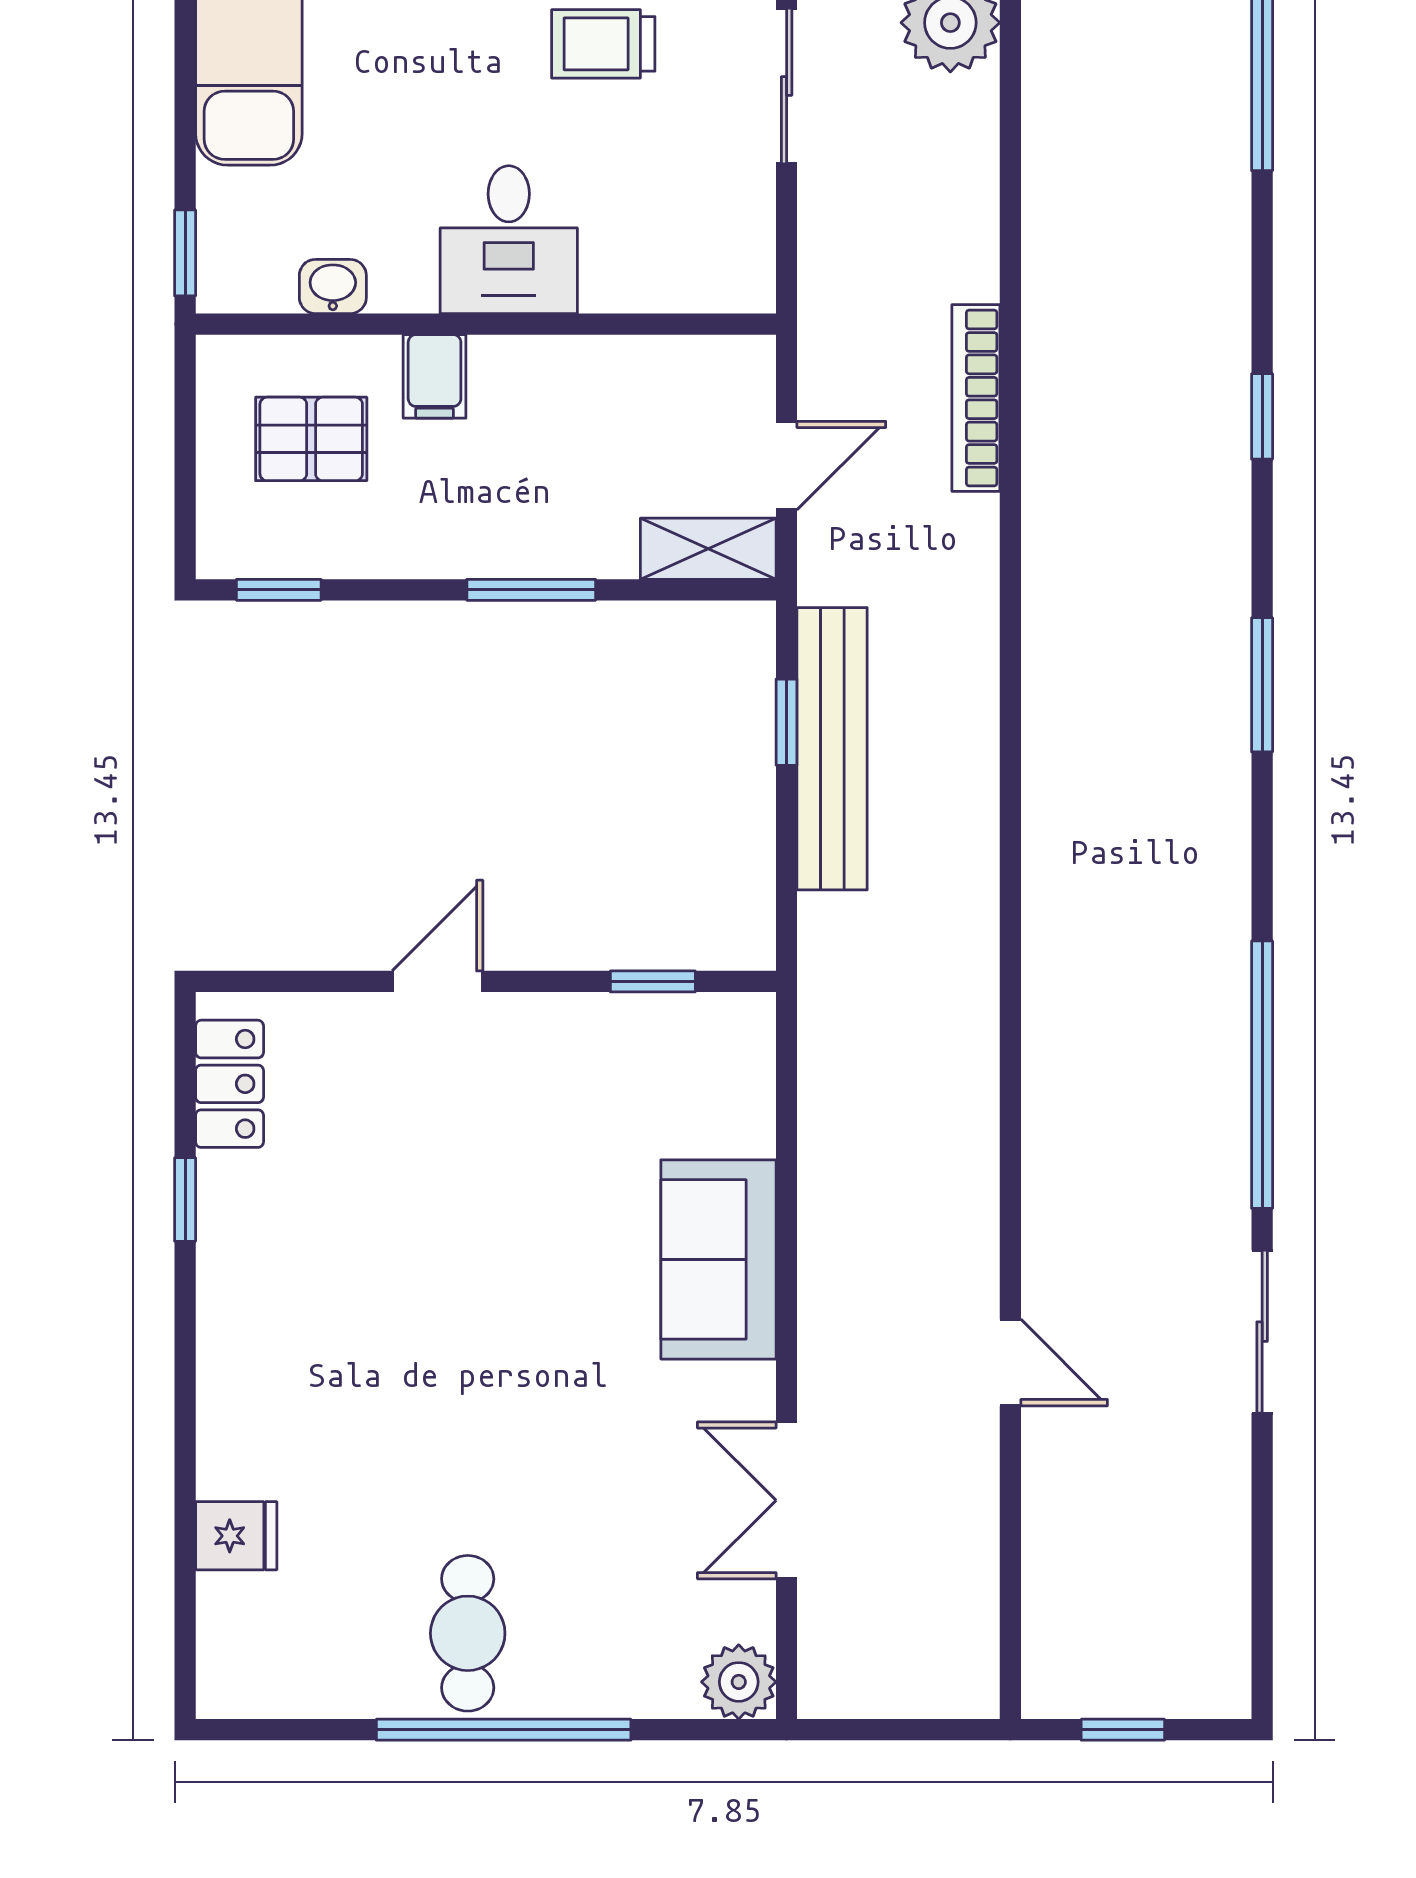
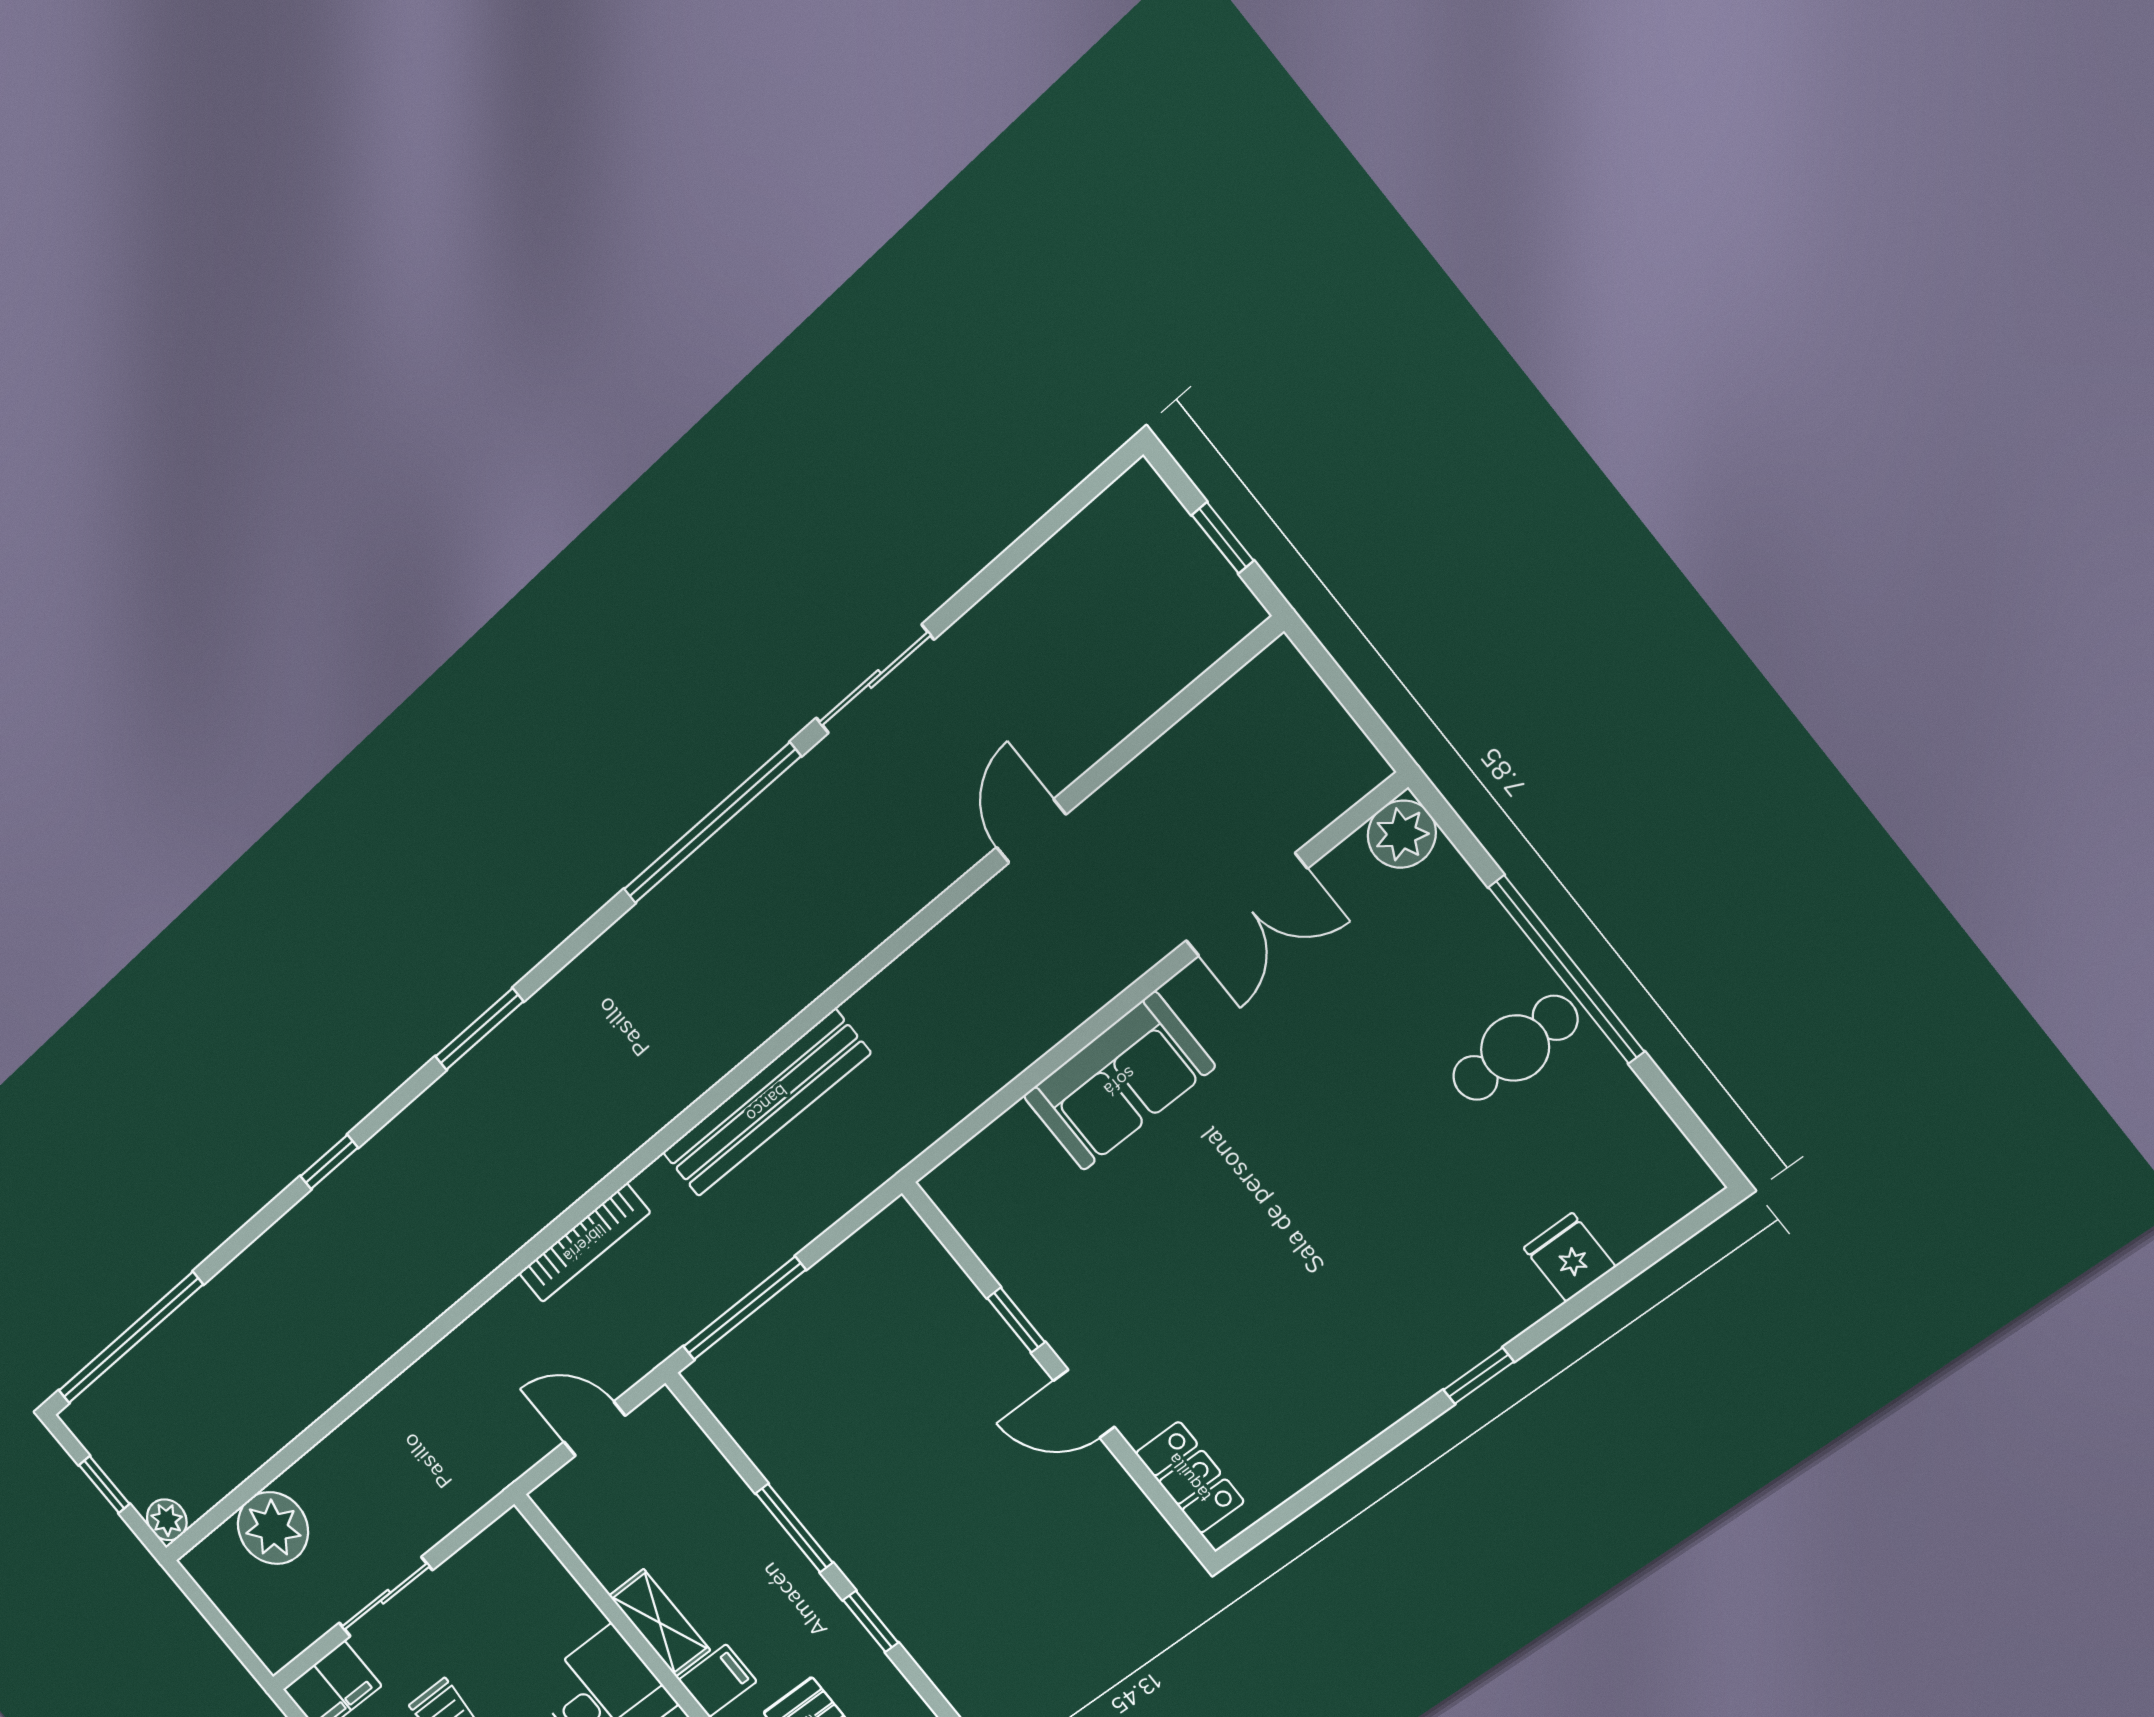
bookcase: (976, 398) -> (584, 1243), moved
shelving: (708, 549) -> (660, 1623), moved
window: (279, 590) -> (871, 1621), moved
window: (787, 722) -> (744, 1308), width x2.17
bench: (832, 749) -> (766, 1103), moved
window: (653, 981) -> (1016, 1320), moved
locker: (230, 1084) -> (1190, 1477), moved, turned 90
window: (185, 1200) -> (1479, 1376), moved

